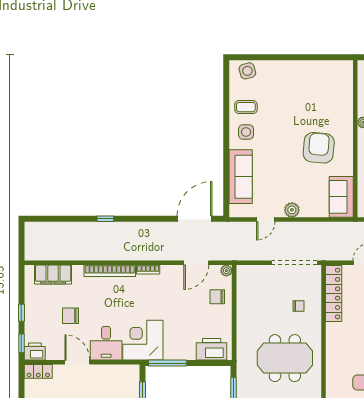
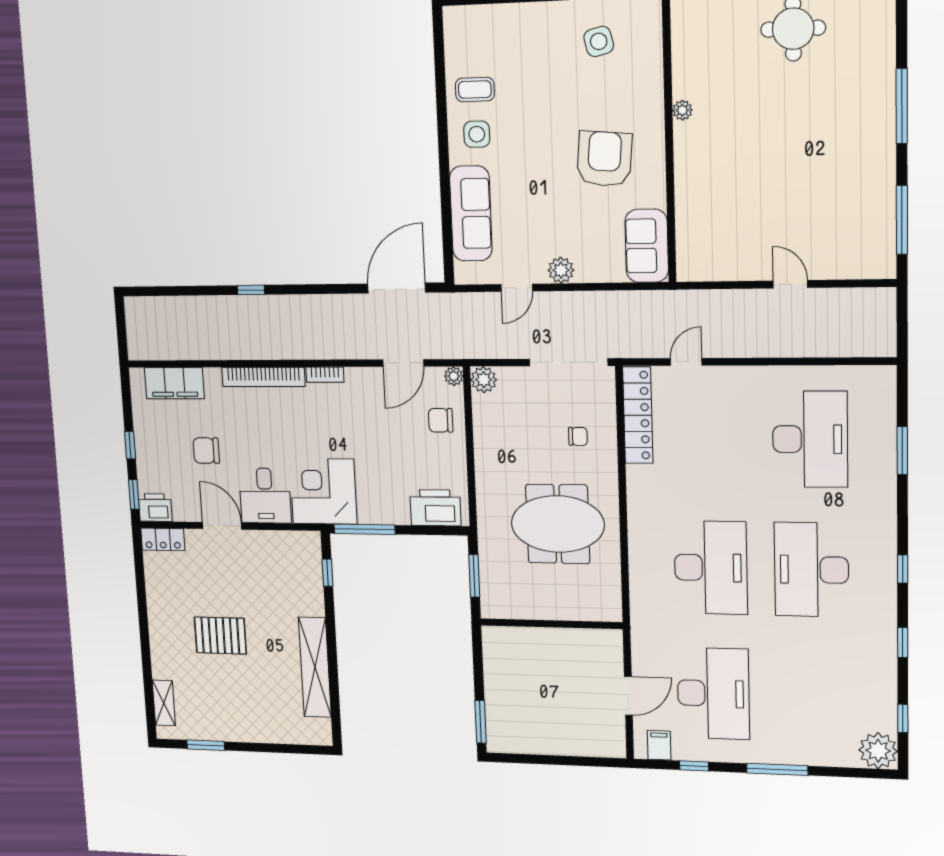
side table: (247, 71) -> (599, 41), moved
plant: (244, 273) -> (484, 380), added

